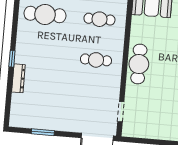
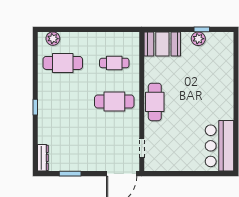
cafe table: (96, 60) -> (114, 102), width x1.37, depth x1.35
dresser: (18, 78) -> (43, 158), moved

